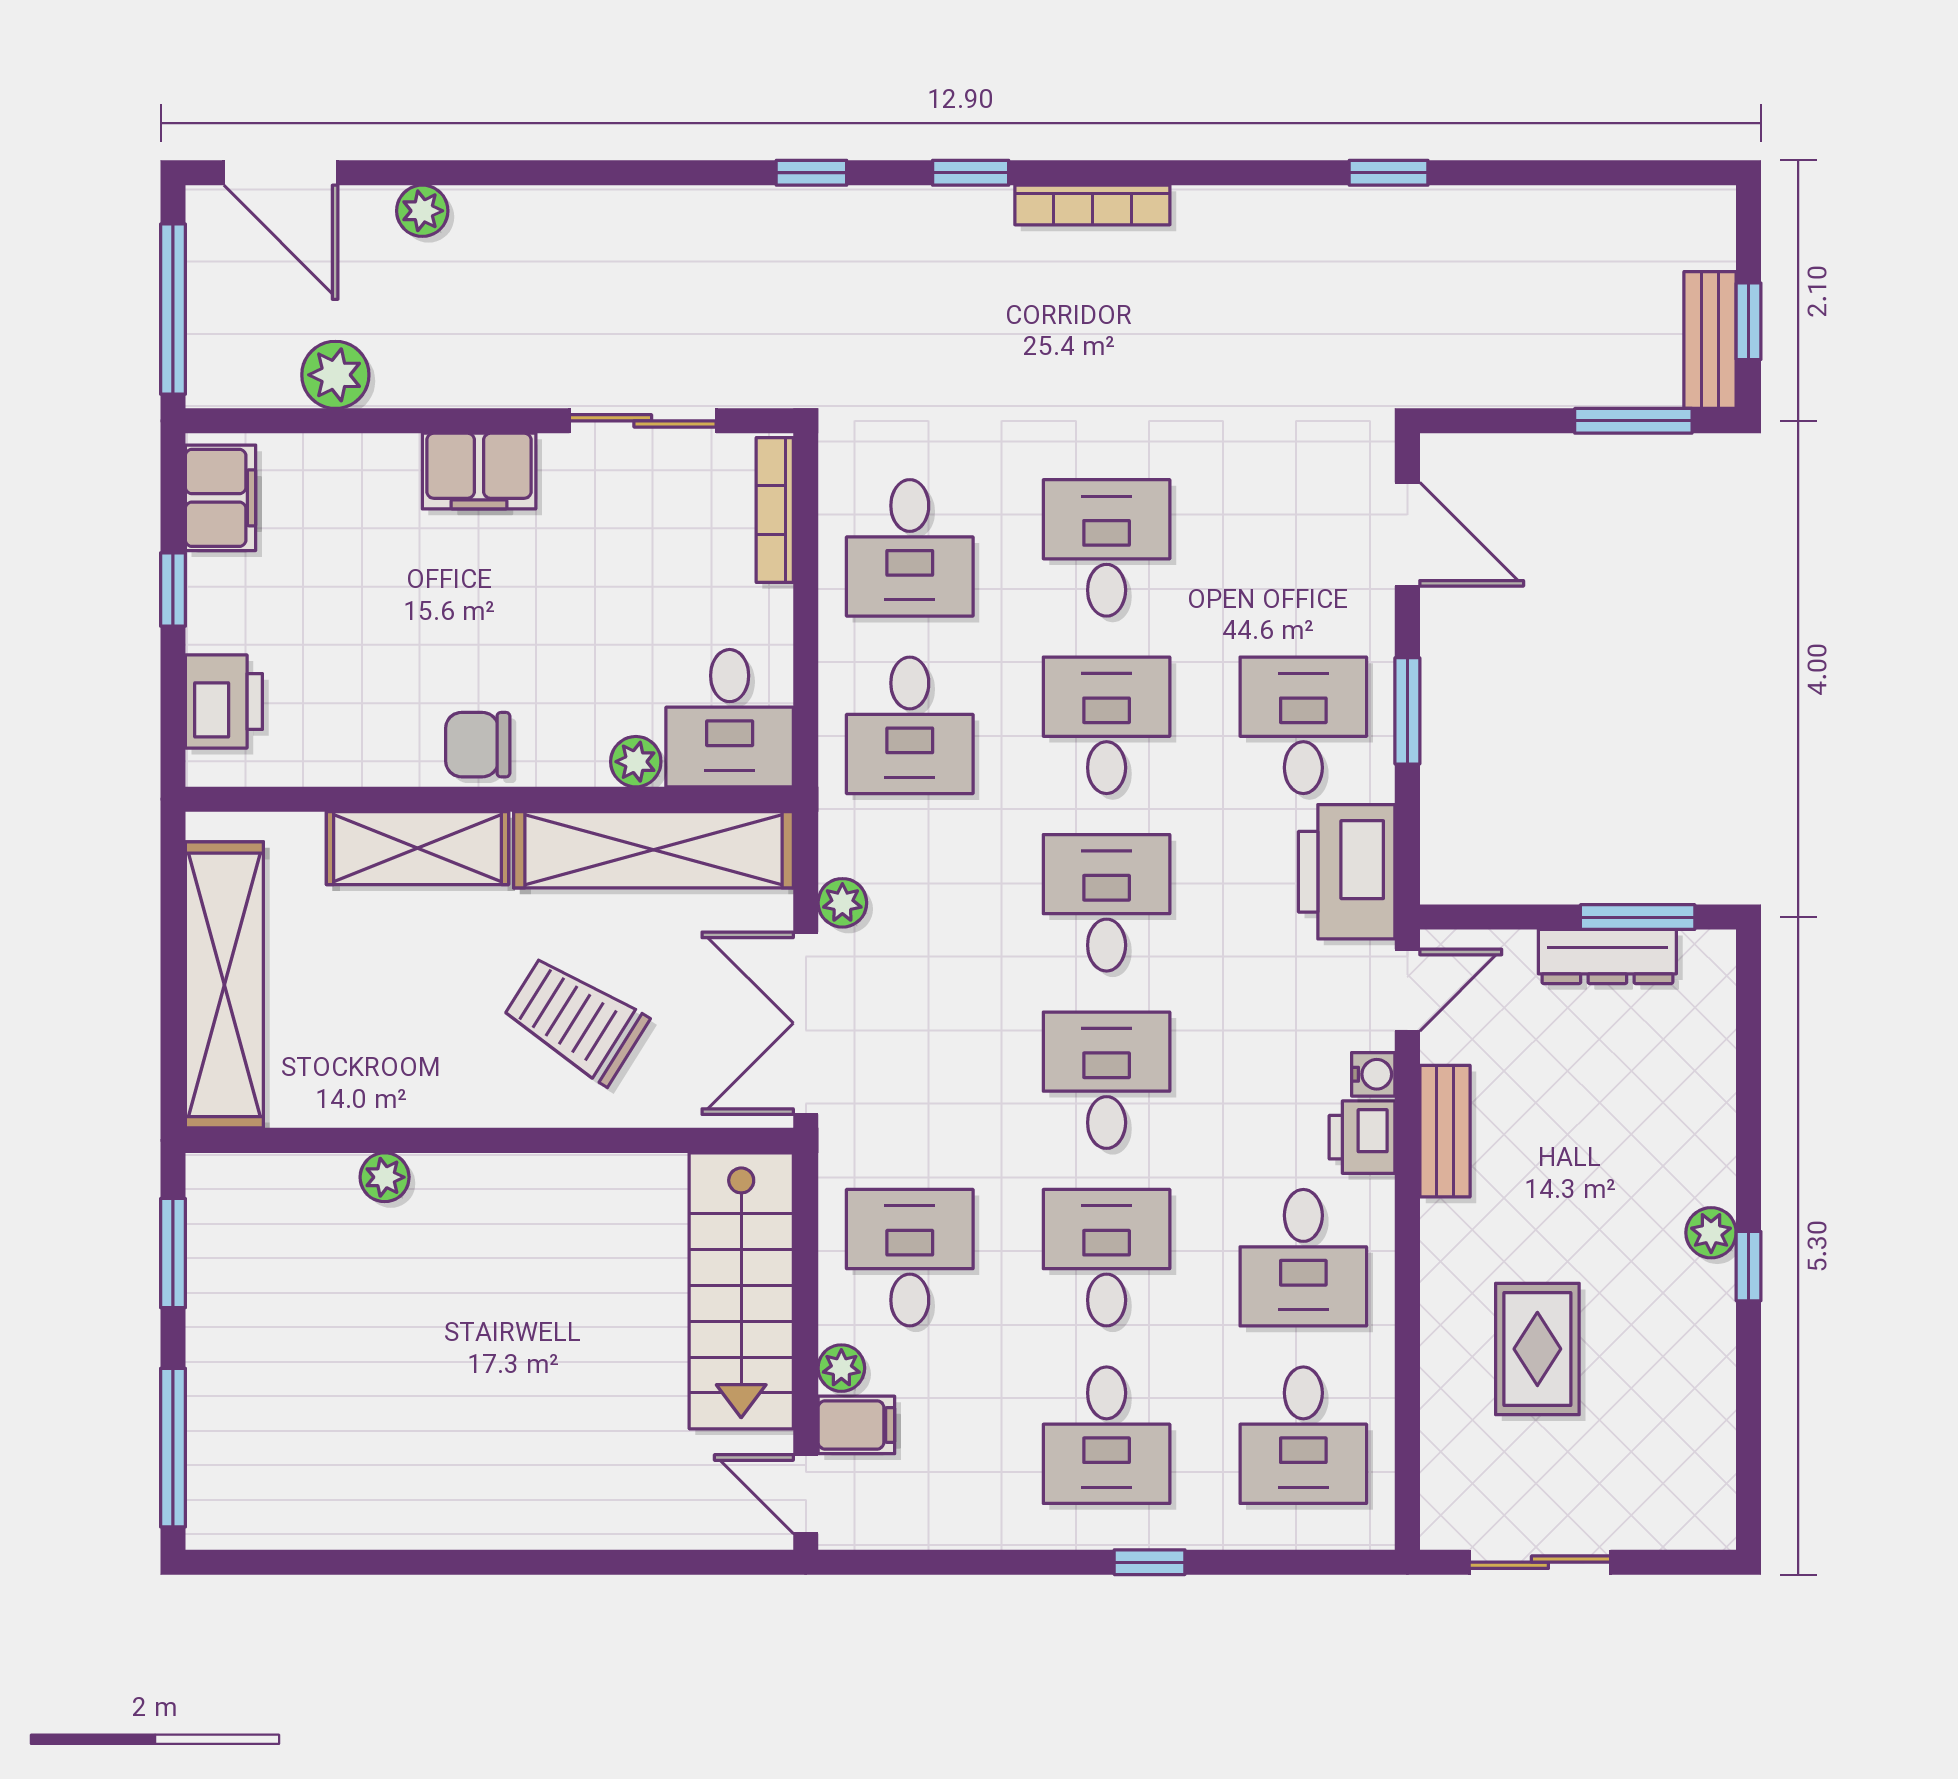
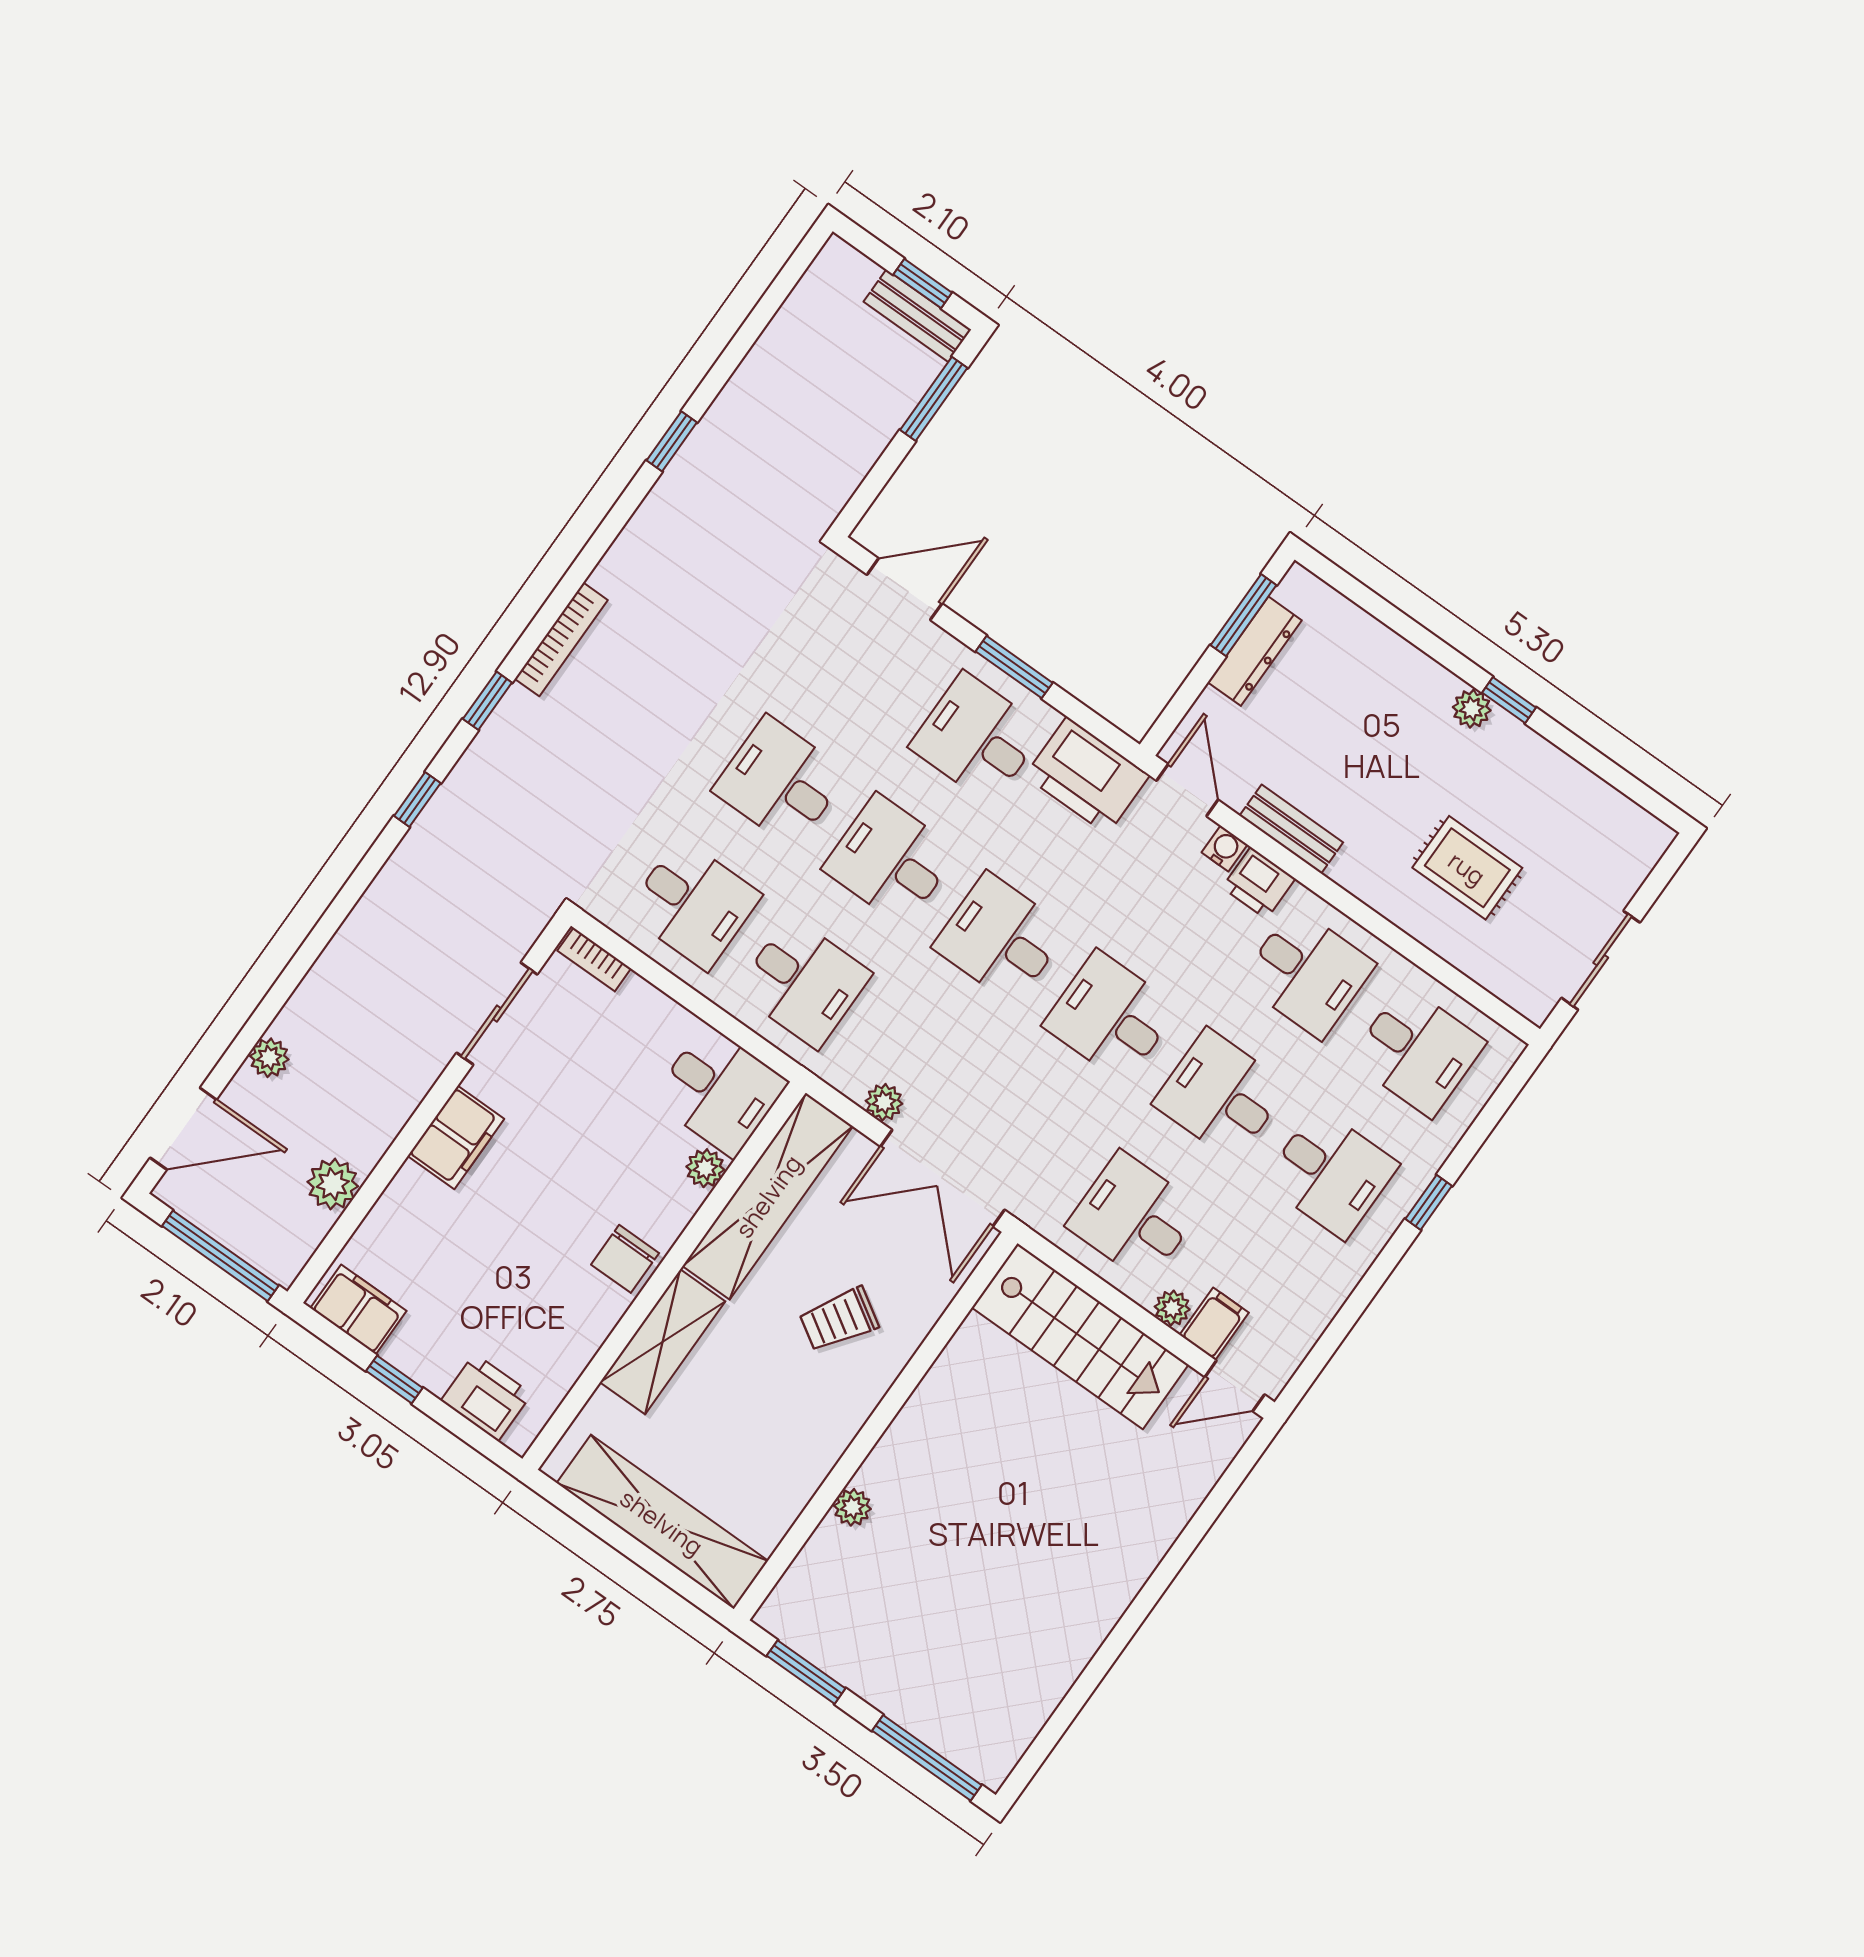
bookcase: (775, 510) -> (594, 960), width x0.64
trolley: (576, 1020) -> (839, 1319), width x0.73, depth x0.72

